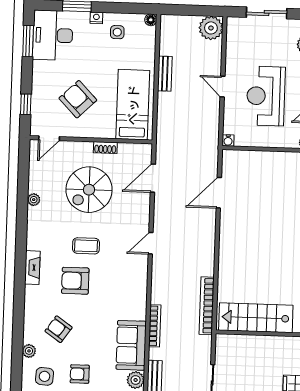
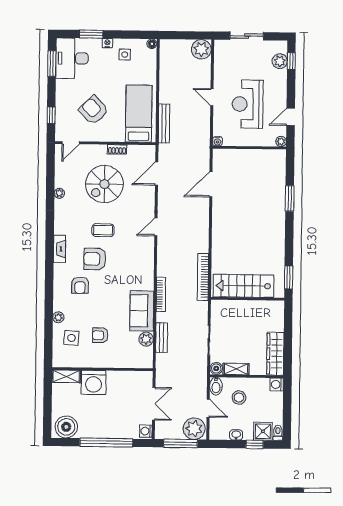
bench: (165, 74) -> (164, 123), moved, width x1.36
armchair: (59, 329) -> (80, 285), moved, turned -125

